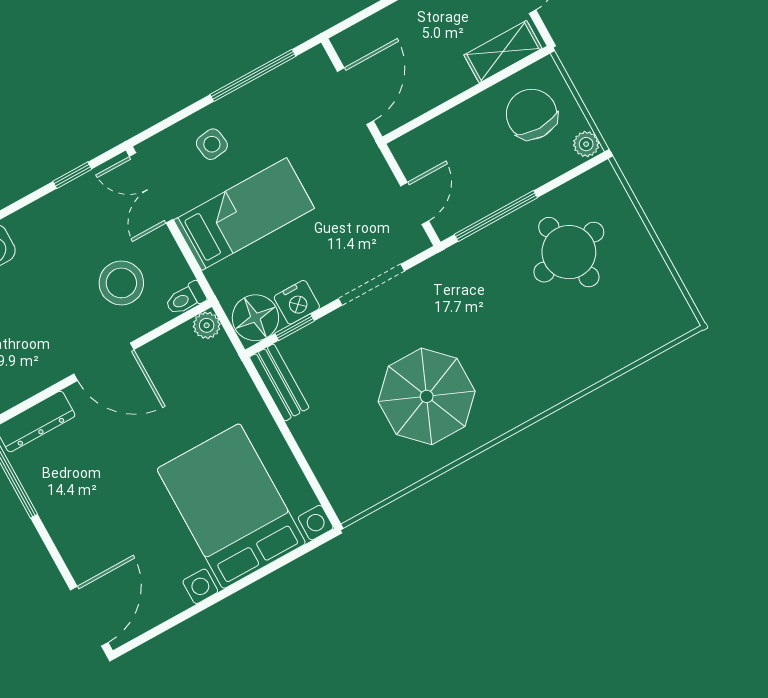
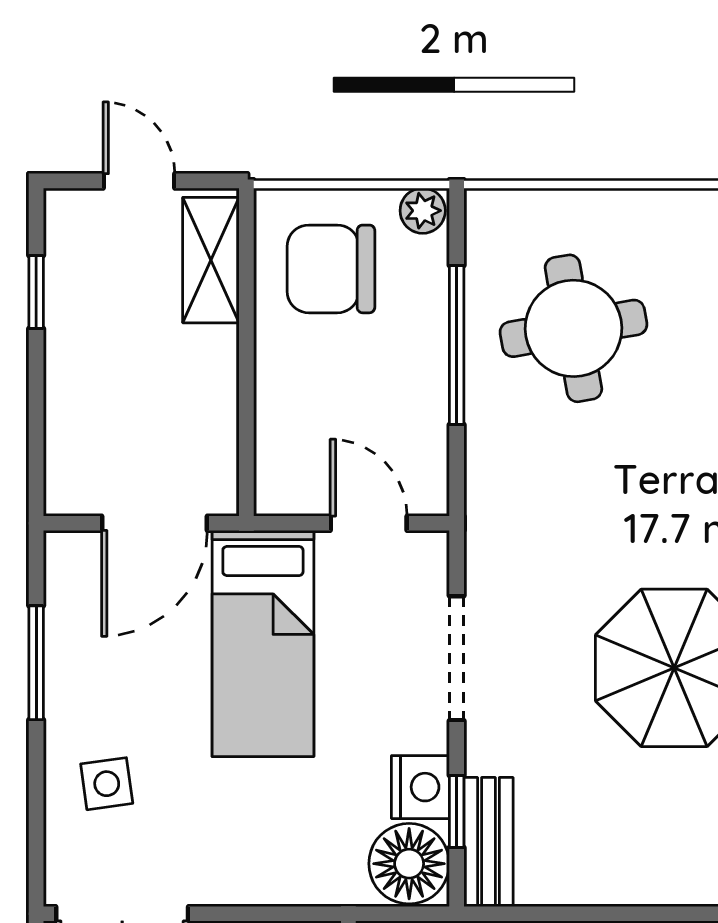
window: (253, 75) -> (36, 663), width x0.69
door: (355, 96) -> (155, 523), swing flipped
bed: (244, 214) -> (263, 643), moved, turned 180
window: (496, 216) -> (457, 345), moved
bench: (279, 382) -> (488, 842), moved, turned 90

